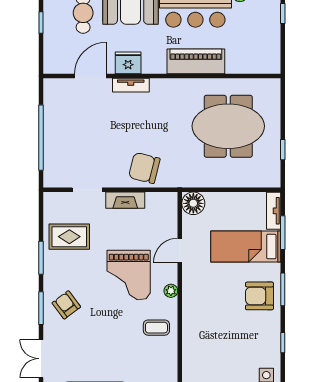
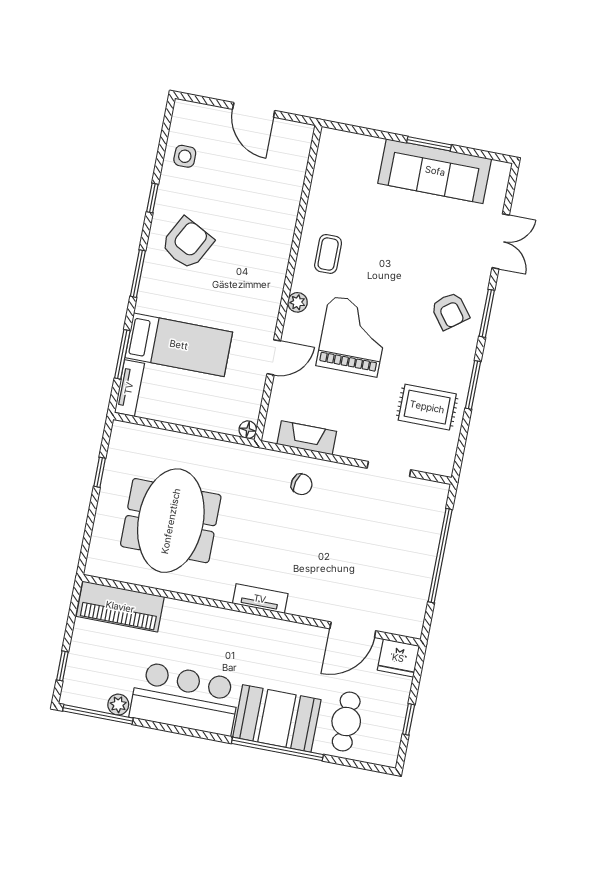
piano: (196, 61) -> (120, 607), moved
fridge: (128, 63) -> (398, 658), moved
tv unit: (131, 85) -> (260, 599), moved
meeting table: (228, 126) -> (171, 521), turned 90
chair: (144, 168) -> (302, 484), width x0.54, depth x0.54
fireplace: (125, 200) -> (307, 438), moved
floor lamp: (193, 203) -> (248, 430), width x0.53, depth x0.53
armchair: (259, 296) -> (187, 243), moved, turned -62
coffee table: (156, 328) -> (328, 254), turned 90

